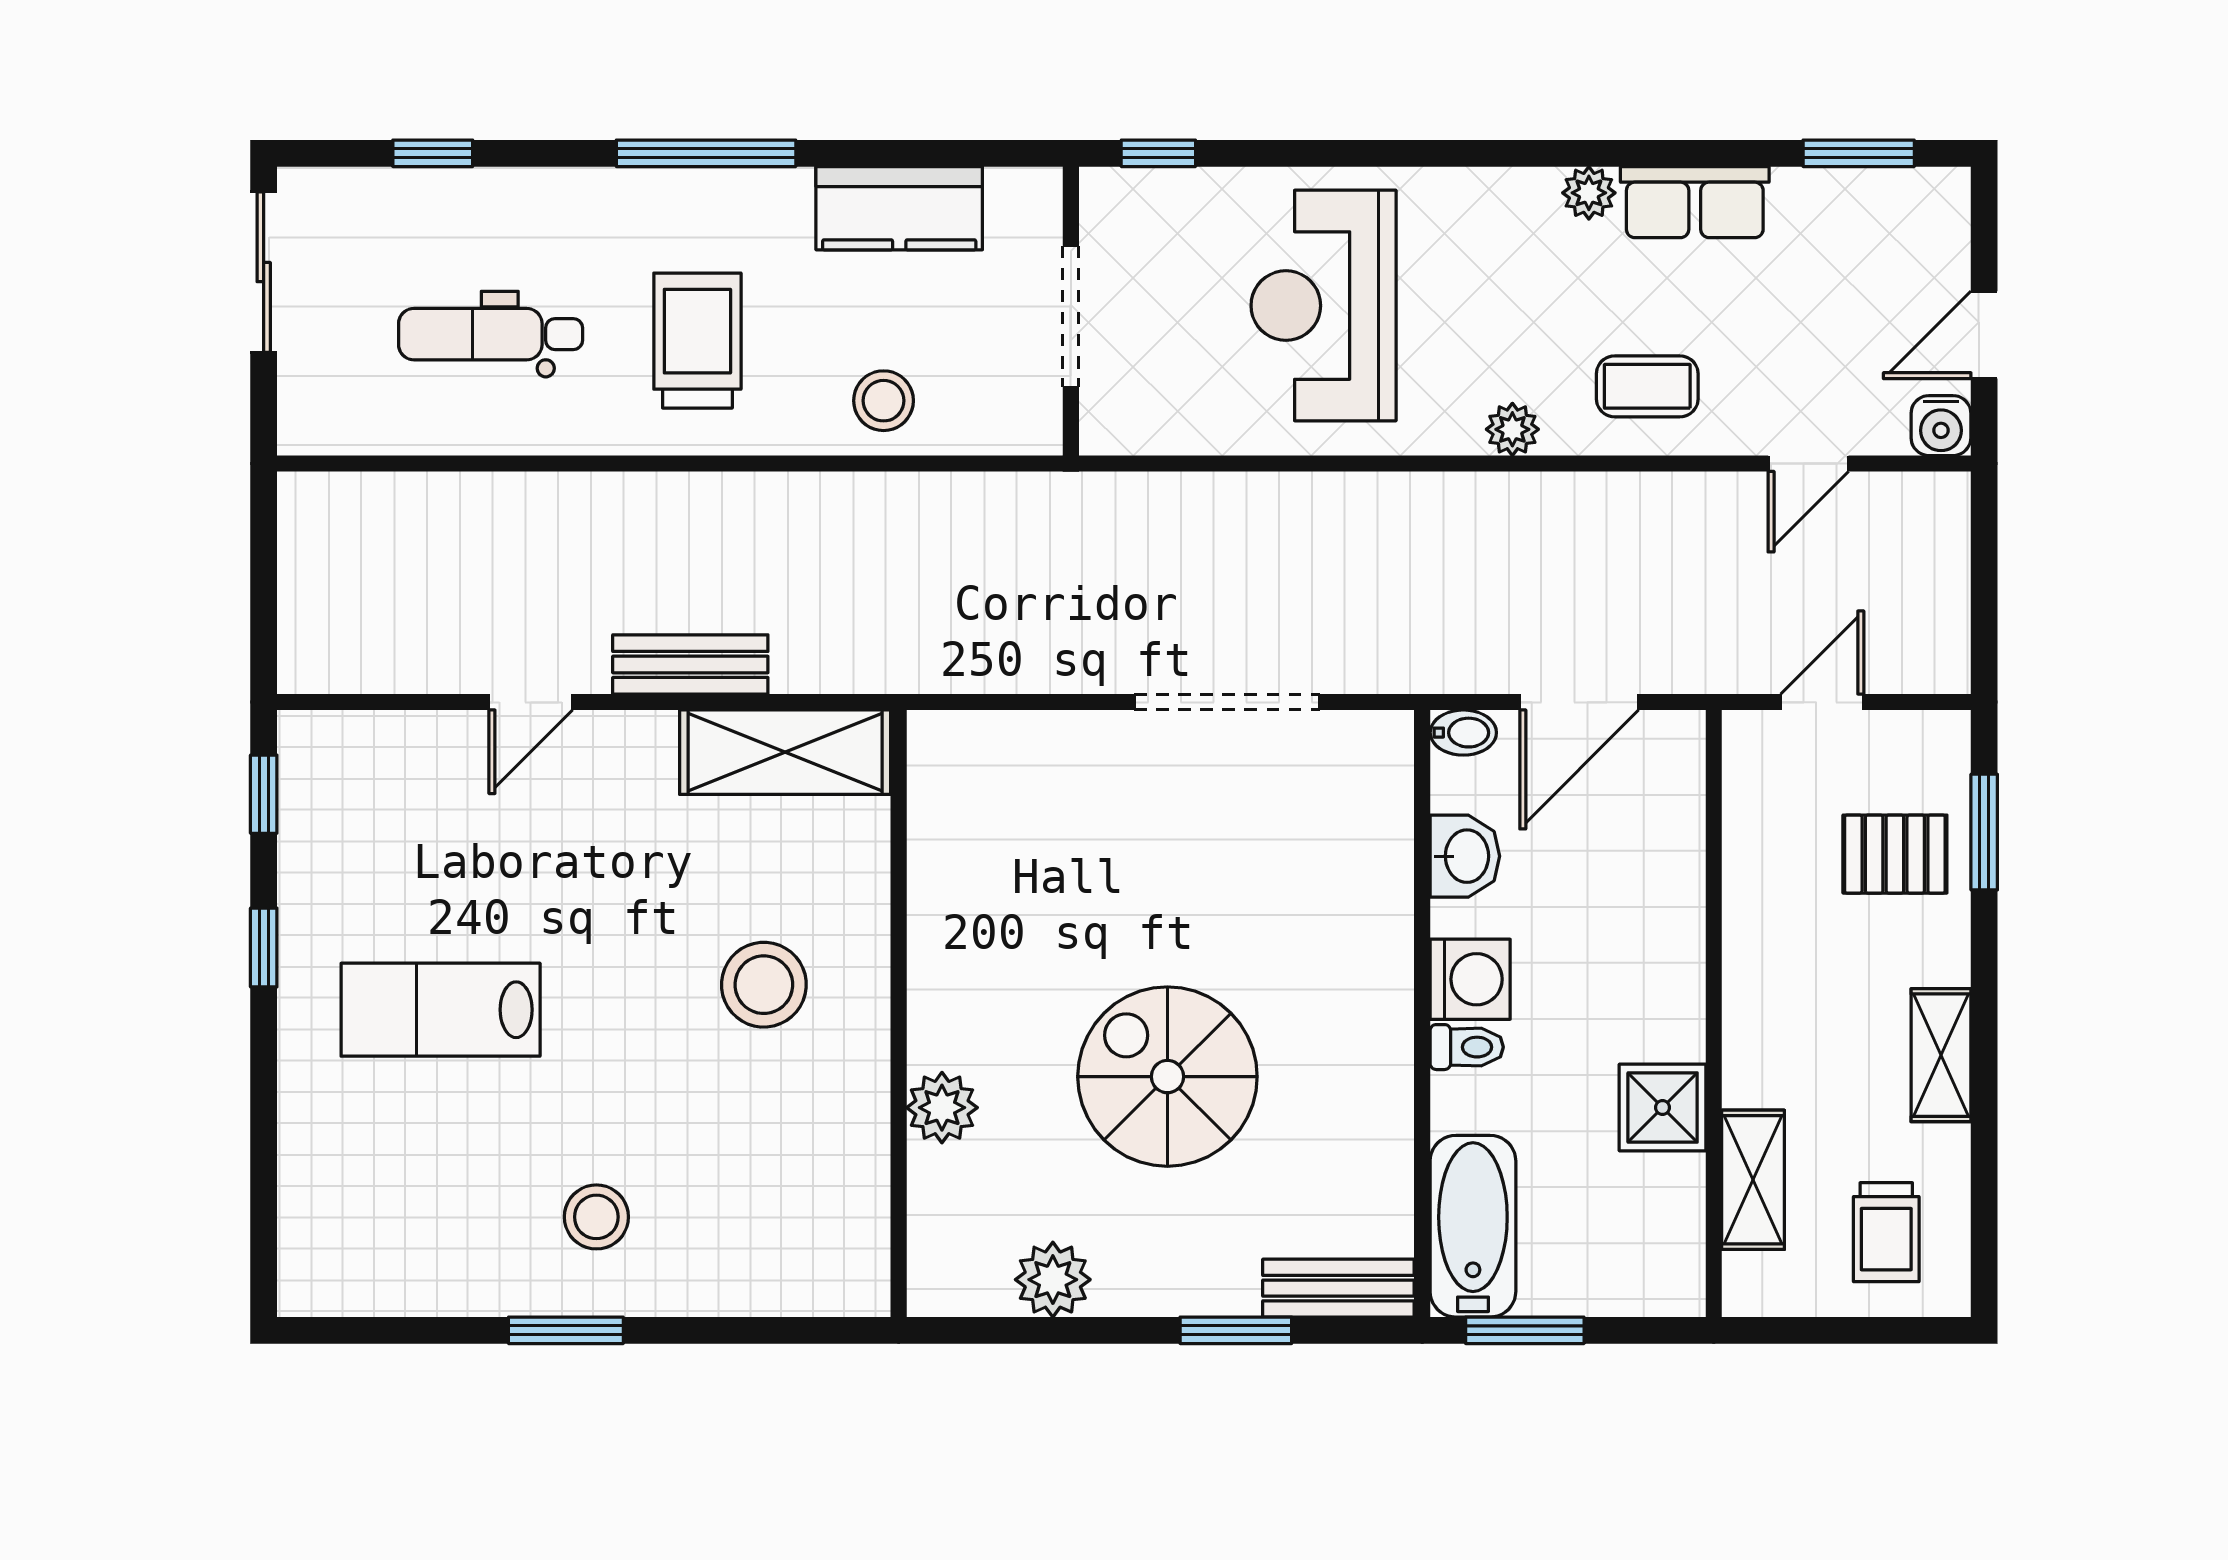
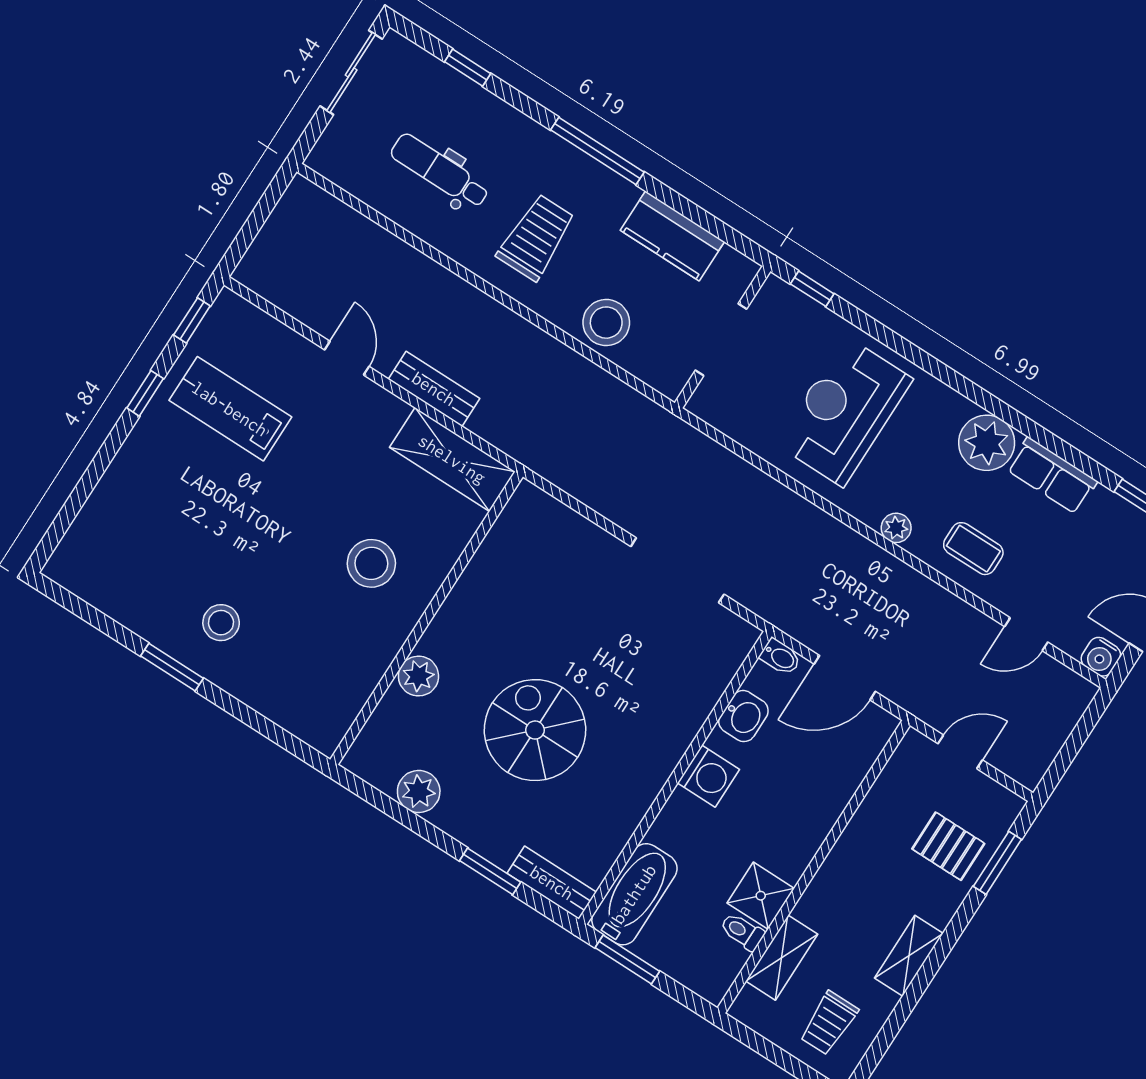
plant: (1589, 193) -> (987, 443), width x1.88, depth x1.88
stool: (884, 401) -> (606, 323), width x1.38, depth x1.38
door: (531, 702) -> (347, 358), swing flipped
lab bench: (441, 1010) -> (230, 409), moved
toilet: (1467, 1047) -> (742, 931), moved, turned 180

